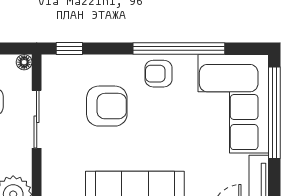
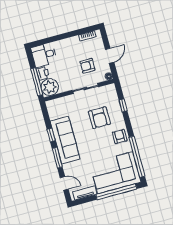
window: (69, 49) -> (123, 105), moved
window: (179, 49) -> (137, 157), moved

